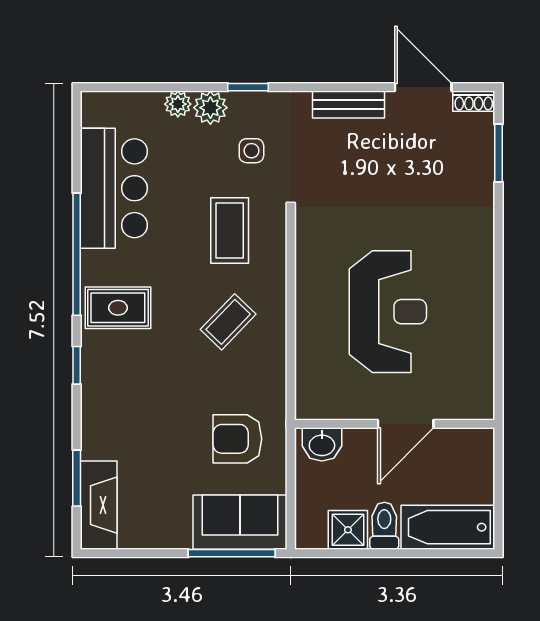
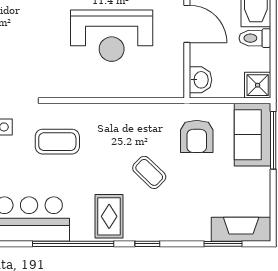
reception desk: (388, 312) -> (112, 36), turned 180
coffee table: (228, 322) -> (149, 172), moved
shower: (348, 530) -> (258, 85), moved

